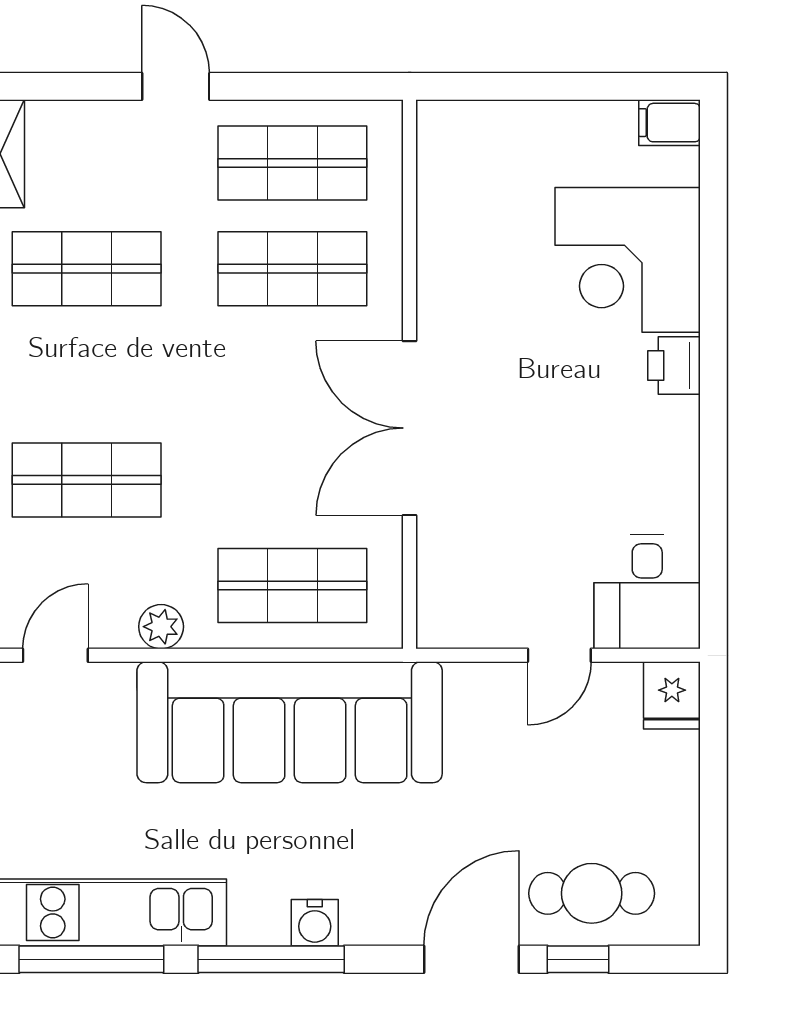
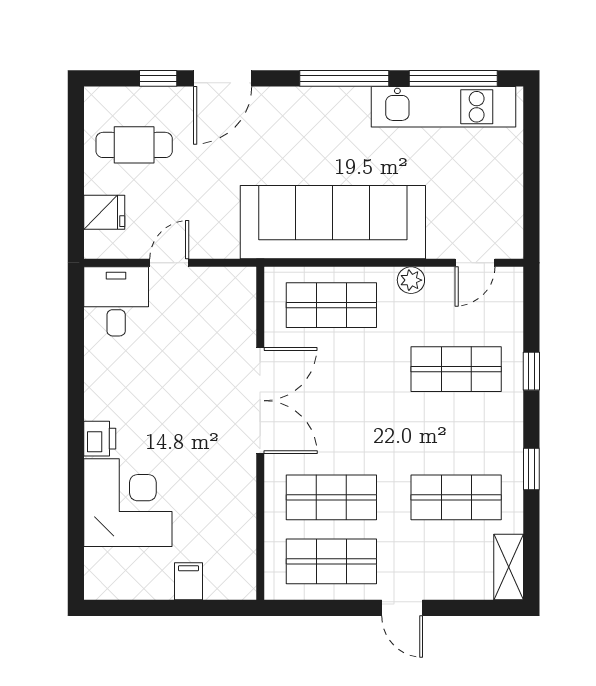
filing cabinet: (670, 123) -> (188, 581), moved, turned -90
fridge: (672, 695) -> (104, 212), moved, turned 90
cafe table: (592, 893) -> (134, 145), moved
water cooler: (315, 923) -> (318, 101), removed

